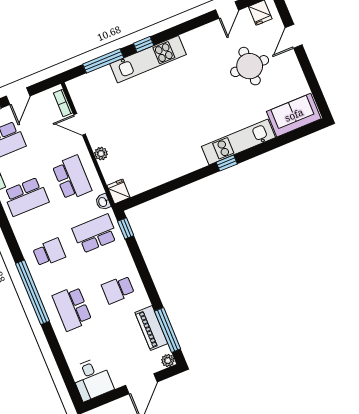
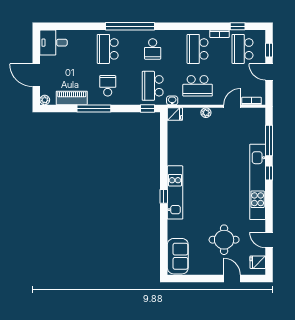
kitchen unit: (148, 59) -> (258, 182), width x1.36
kitchen unit: (239, 142) -> (175, 192), moved
school desk: (95, 234) -> (153, 86), turned 180
school desk: (72, 308) -> (108, 49), turned -90
window: (168, 330) -> (94, 108), moved

